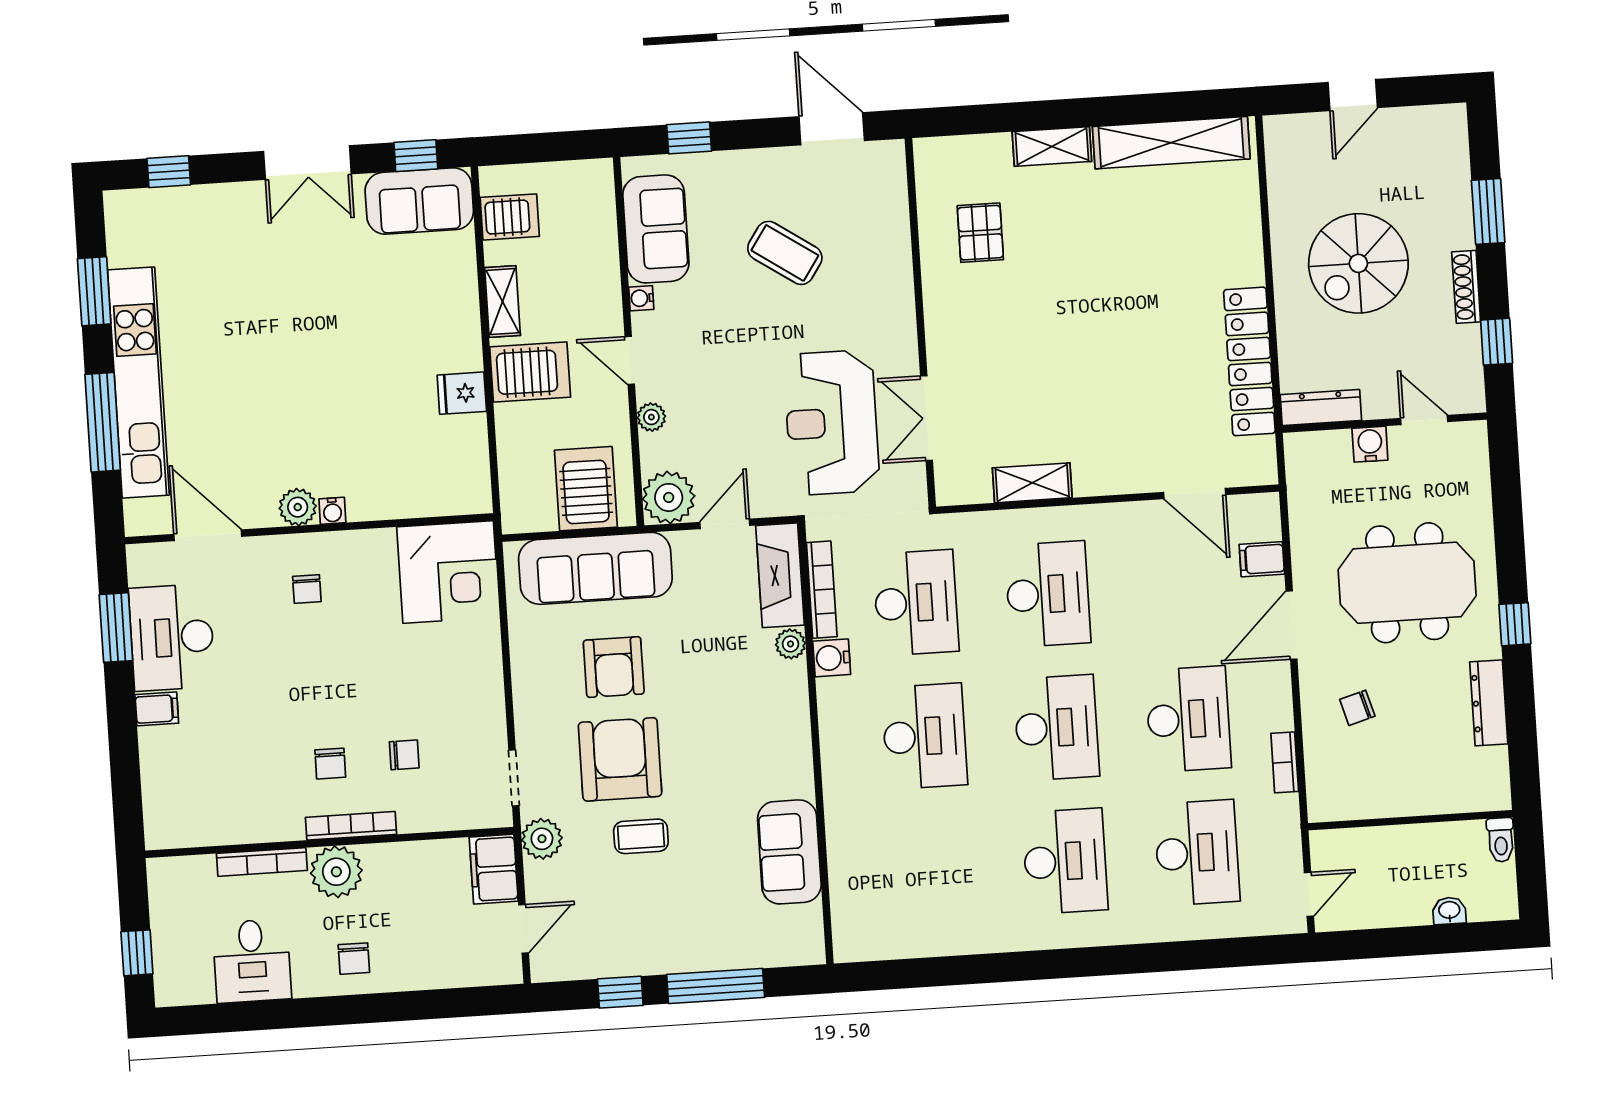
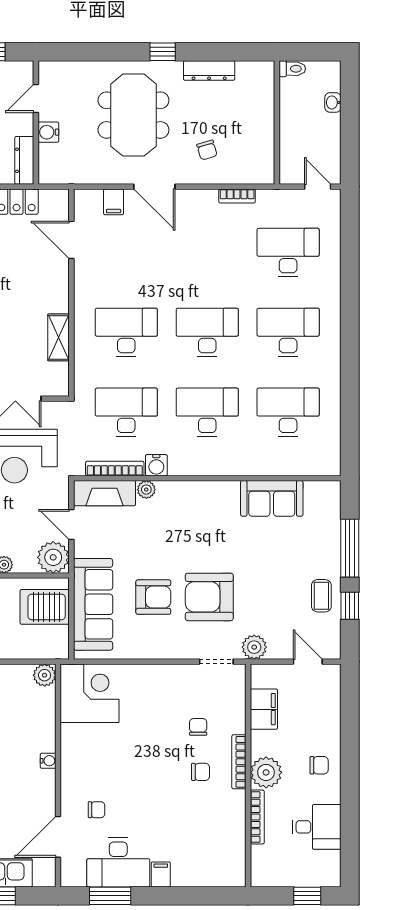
door: (1195, 493) -> (71, 240), swing flipped
plant: (298, 507) -> (45, 675), moved
chair: (307, 589) -> (96, 810), moved
desk: (1188, 719) -> (288, 412), moved
coffee table: (641, 836) -> (321, 596), moved
filing cabinet: (494, 869) -> (264, 709), moved, turned -90

